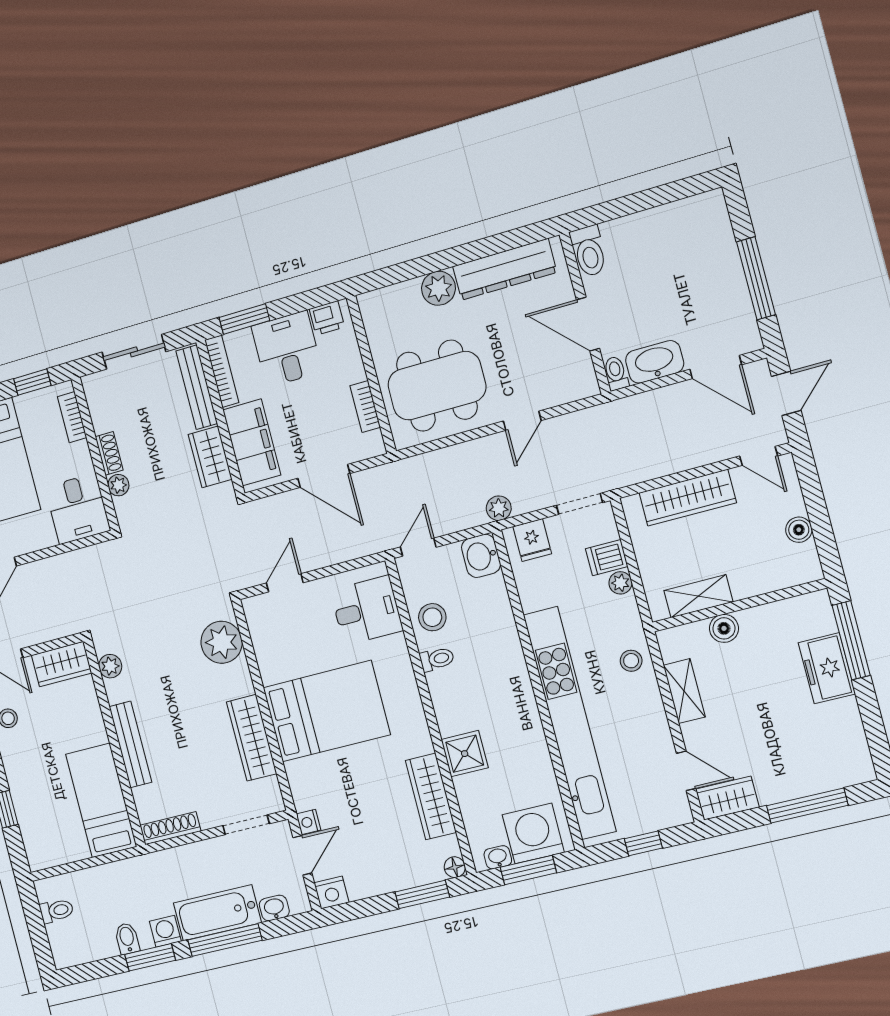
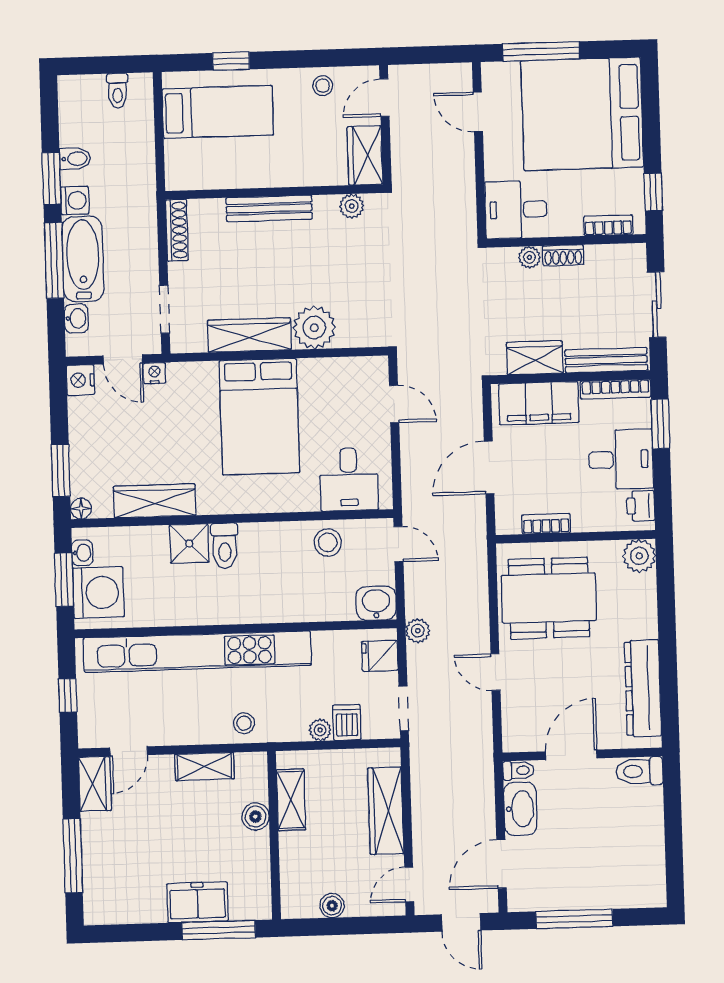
plant: (438, 288) -> (639, 556), moved
dining table: (437, 386) -> (549, 598), turned 90
plant: (222, 642) -> (314, 328), moved
toilet: (437, 659) -> (225, 546), moved, width x1.37, depth x1.39
bed: (101, 800) -> (218, 112), moved

